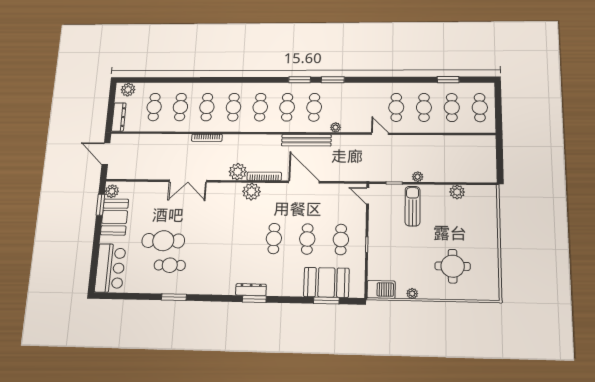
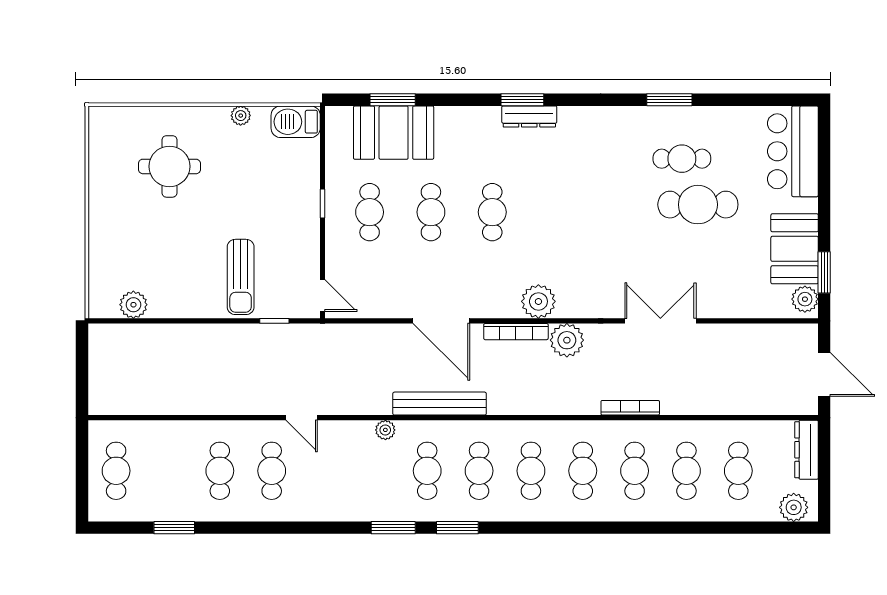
cafe table: (452, 107) -> (168, 471), removed
plant: (418, 177) -> (232, 333), removed
plant: (457, 192) -> (133, 305), moved

